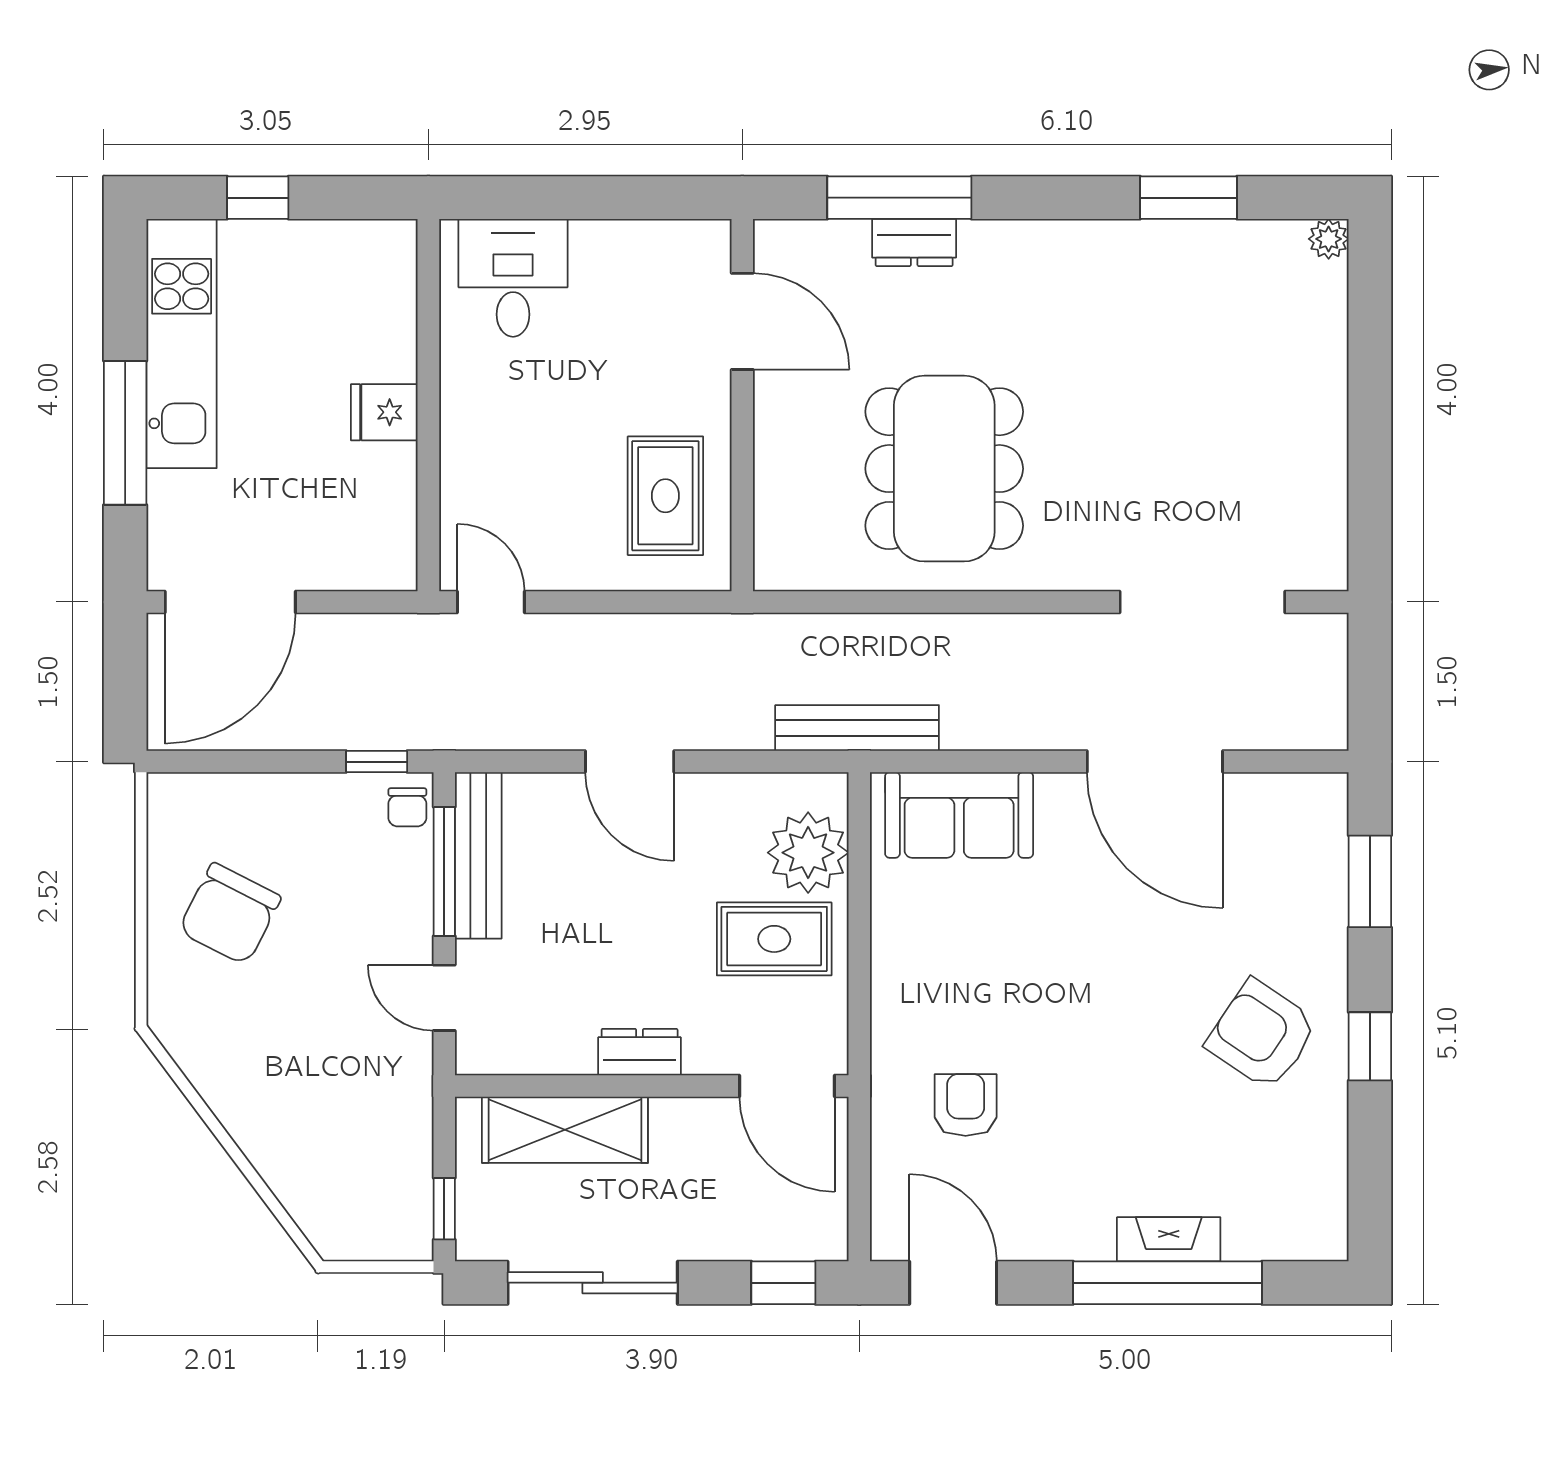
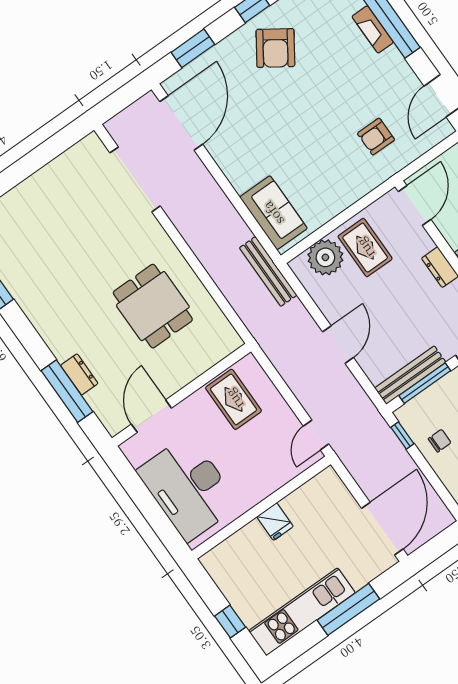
desk: (513, 278) -> (188, 488), width x1.87, depth x1.30
dining table: (944, 469) -> (153, 306), width x0.73
rug: (665, 496) -> (234, 399), turned 90
door: (230, 602) -> (382, 529), hinge flipped
door: (1155, 762) -> (181, 123), moved
chair: (407, 807) -> (440, 441), moved

